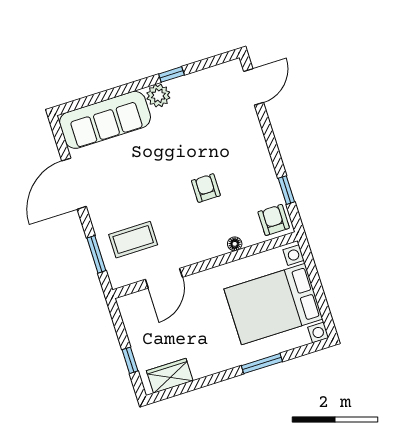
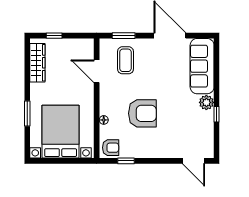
armchair: (206, 188) -> (142, 113), width x1.88, depth x1.88
wardrobe: (170, 376) -> (37, 63), width x1.50

